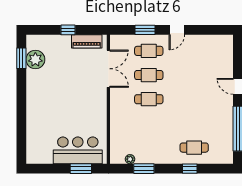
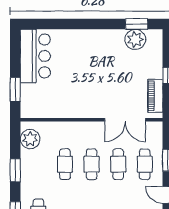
cafe table: (149, 123) -> (65, 164), added
bar counter: (78, 150) -> (35, 56), moved
plant: (130, 159) -> (30, 139), width x1.87, depth x1.87
window: (144, 169) -> (15, 170), moved

